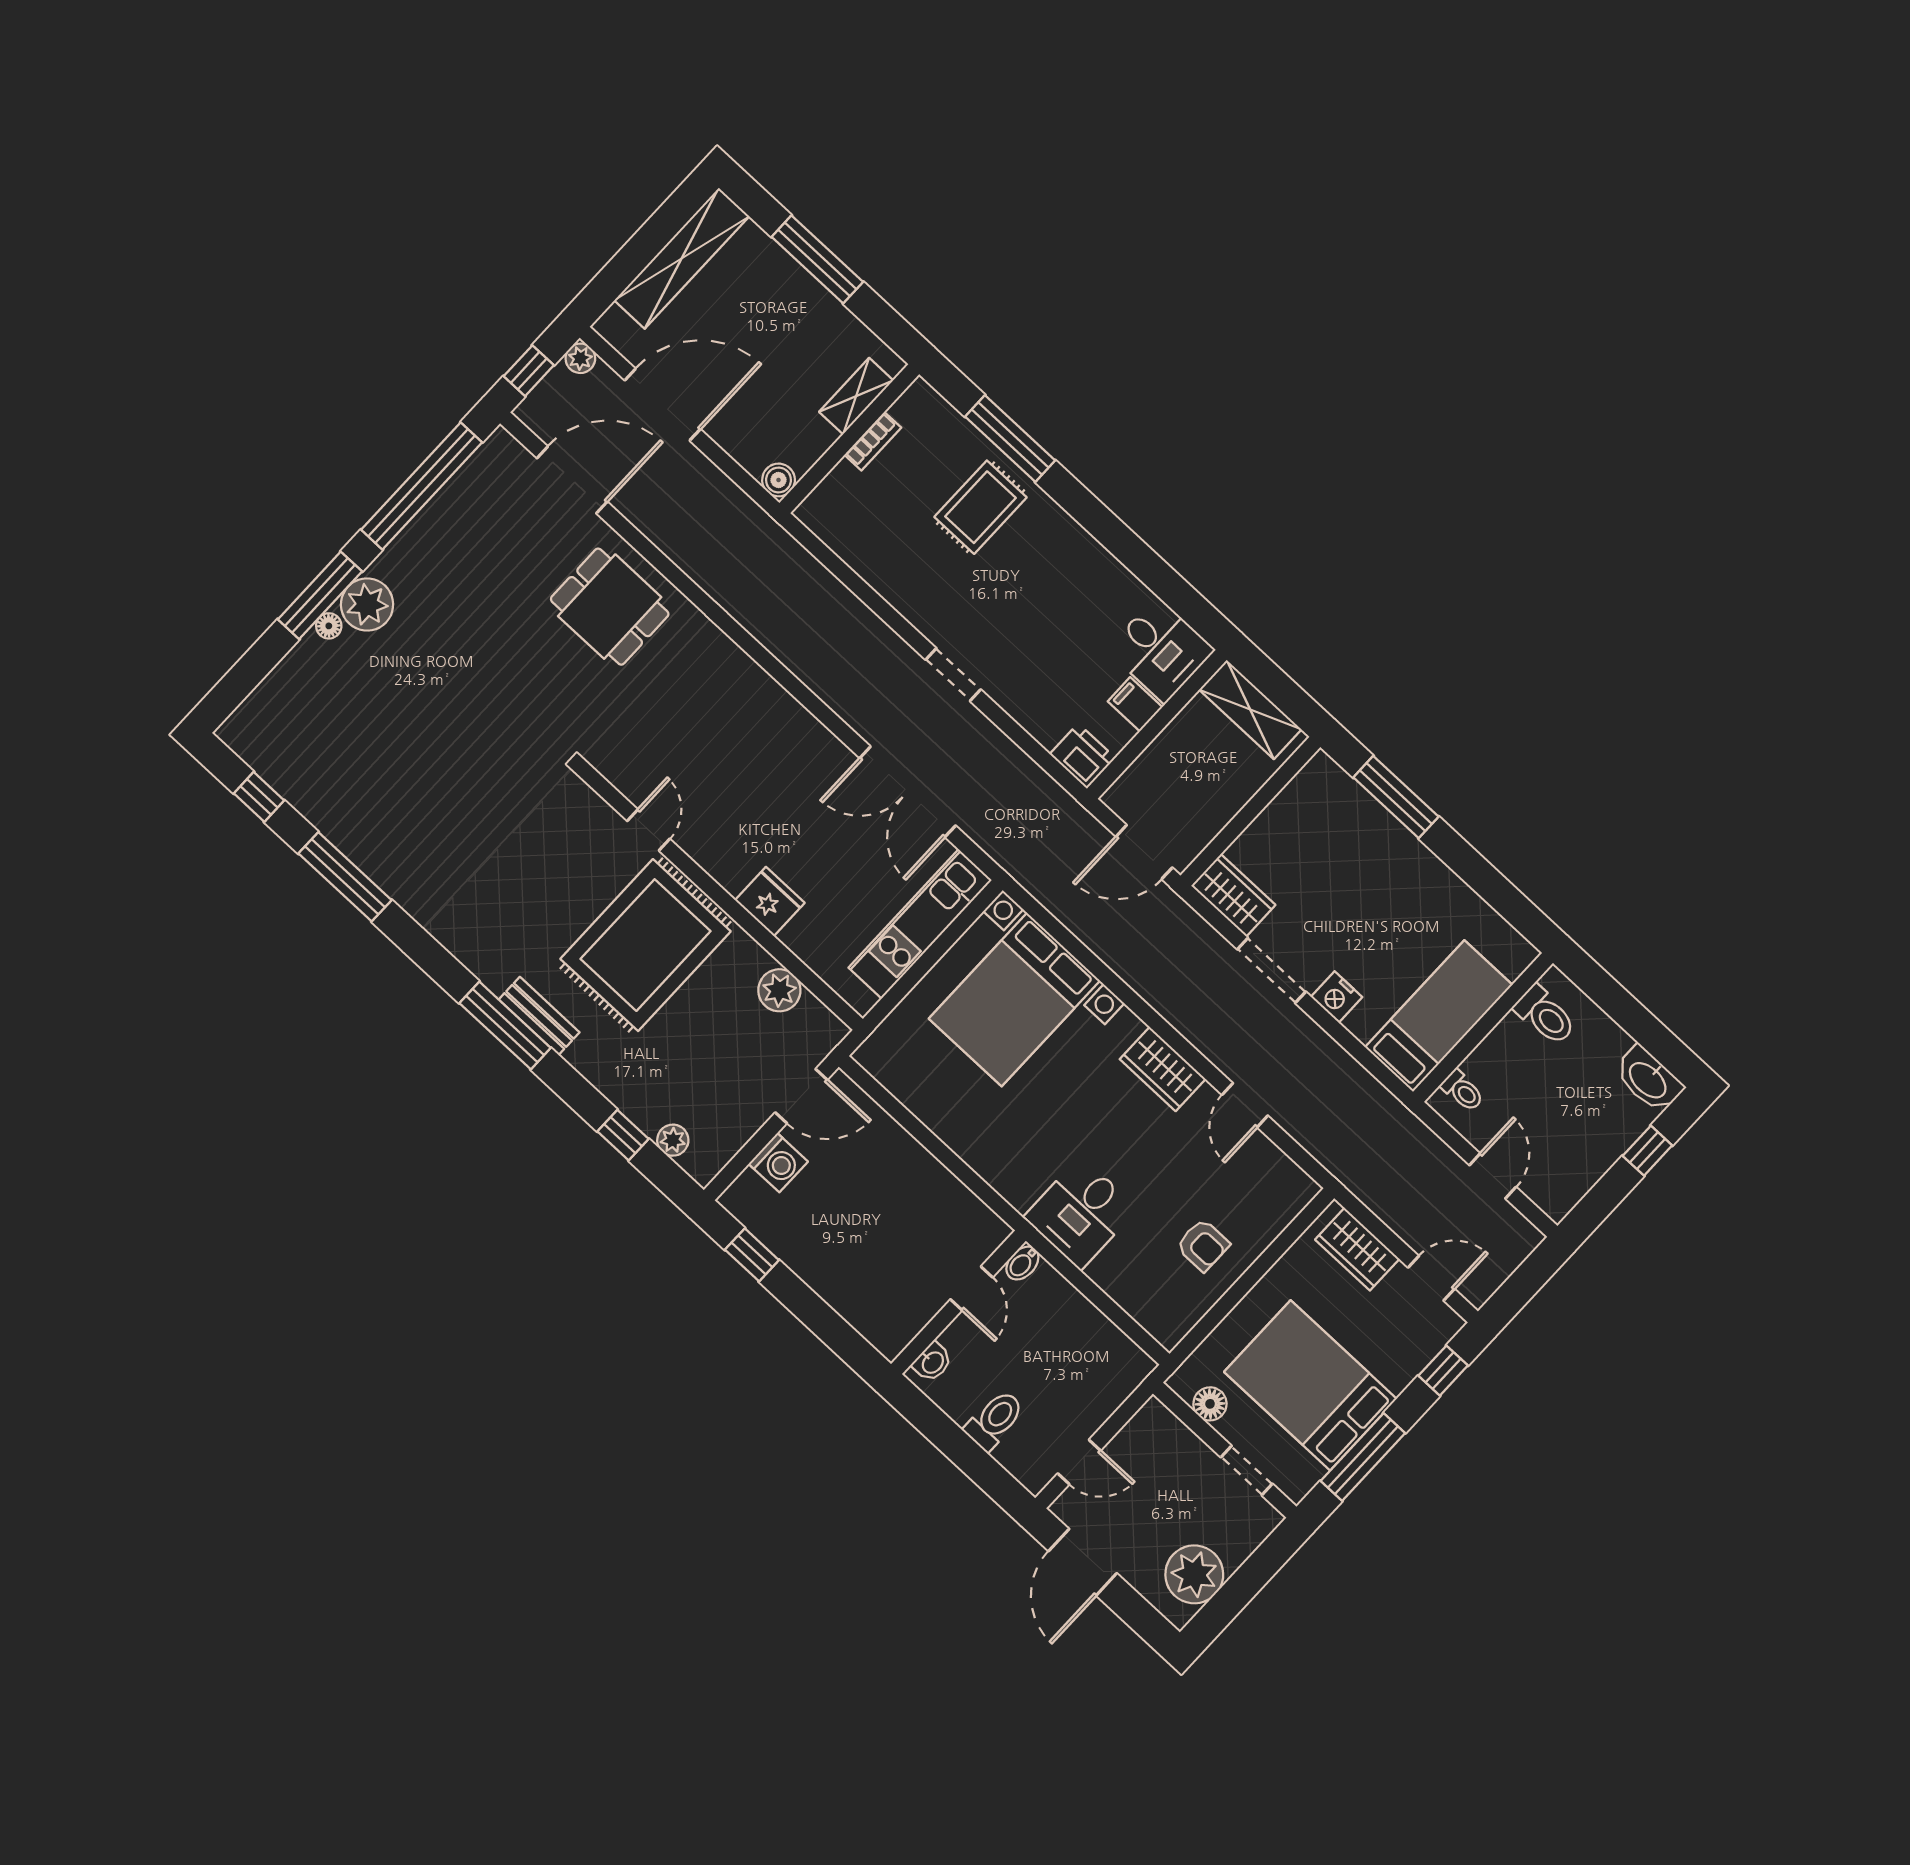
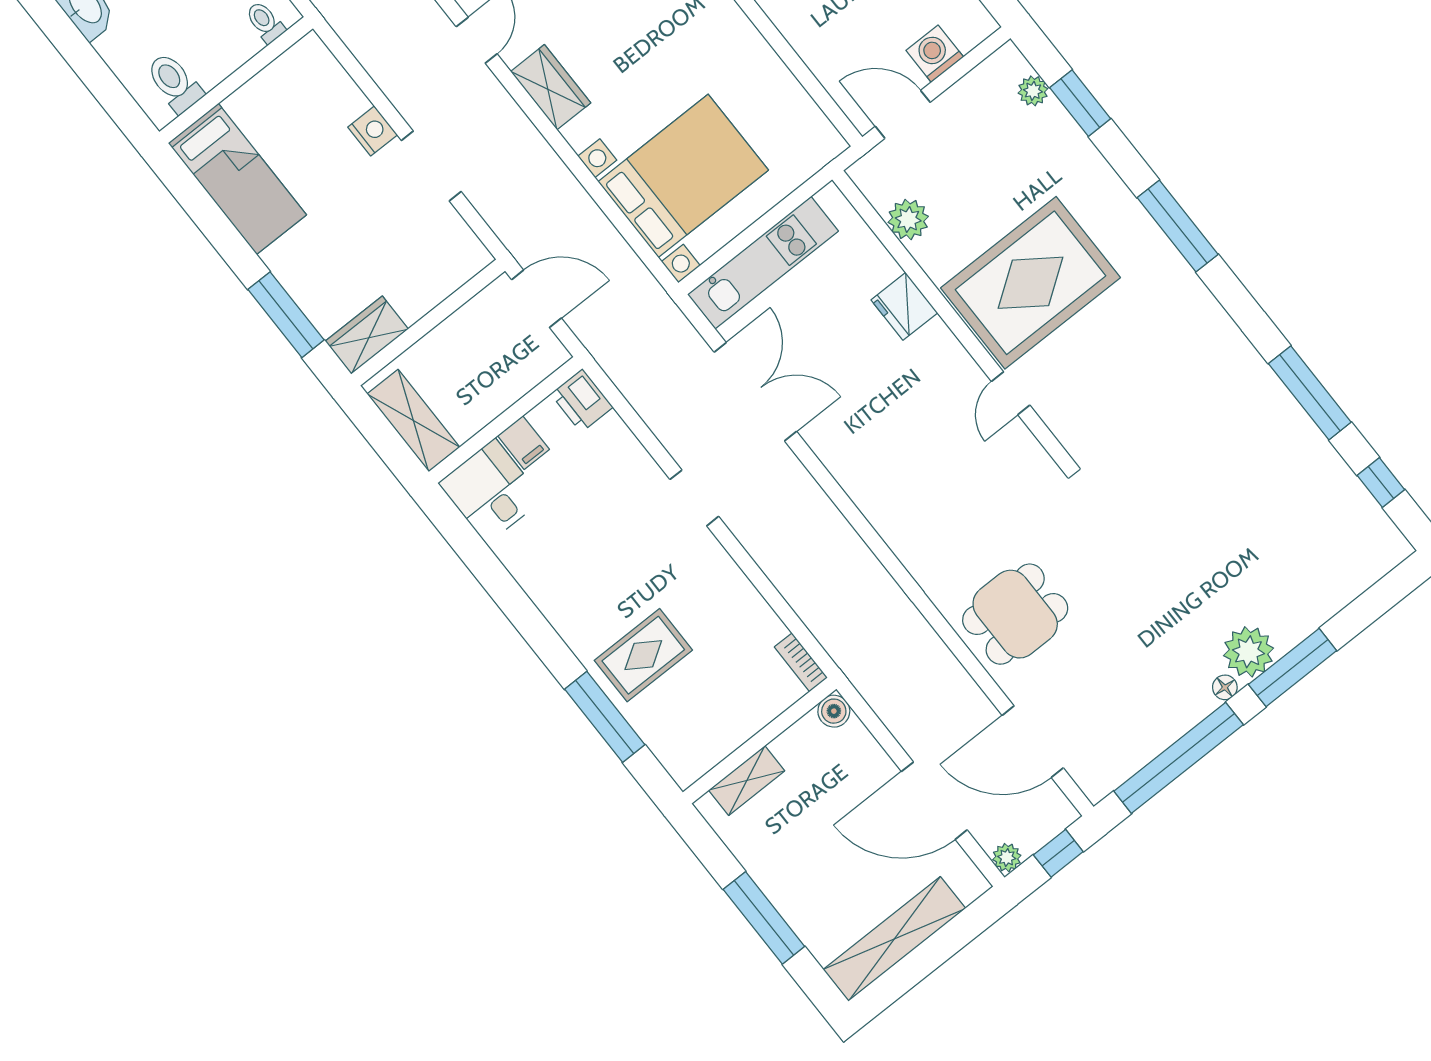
bookcase: (873, 441) -> (801, 662), moved, turned -90
dining table: (610, 607) -> (1015, 614), turned 90
floor lamp: (329, 626) -> (1225, 687), moved
wardrobe: (1233, 895) -> (367, 335), moved, turned 90
bench: (539, 1016) -> (1143, 230), removed
bed: (1439, 1016) -> (237, 179), moved, turned -90
window: (623, 1135) -> (1080, 103), width x1.50

